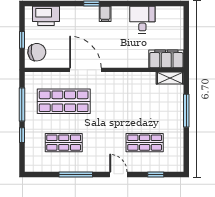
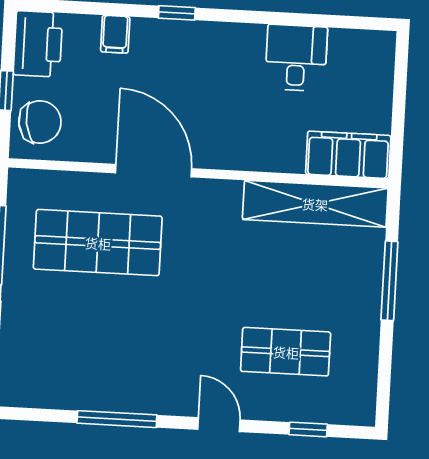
filing cabinet: (105, 14) -> (115, 34), moved
printer: (46, 16) -> (38, 44), moved, turned -90
shelving: (170, 78) -> (315, 204), width x2.20, depth x1.33
shop shelf: (64, 143) -> (92, 341), removed

